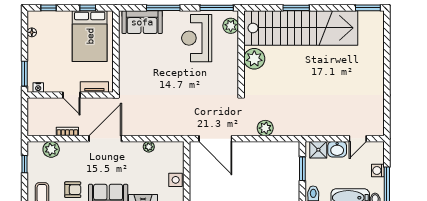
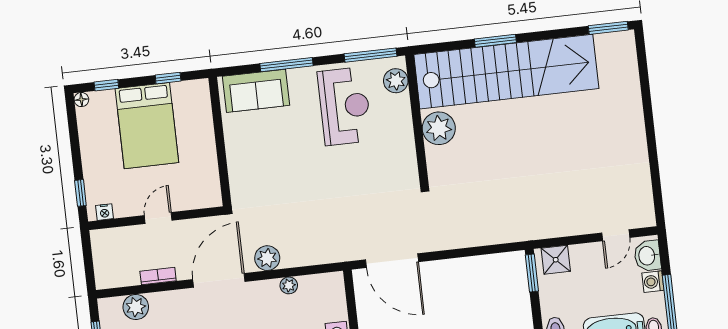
floor lamp: (32, 32) -> (81, 100), moved
bed: (90, 36) -> (147, 126), moved
reception desk: (197, 38) -> (345, 106), turned 180
window: (25, 74) -> (80, 193), width x0.67
tv unit: (94, 87) -> (193, 201), removed
door: (72, 95) -> (158, 218), swing flipped
plant: (265, 128) -> (267, 258), moved
washbasin: (337, 149) -> (647, 256), moved, turned 90
window: (302, 169) -> (532, 273), moved

